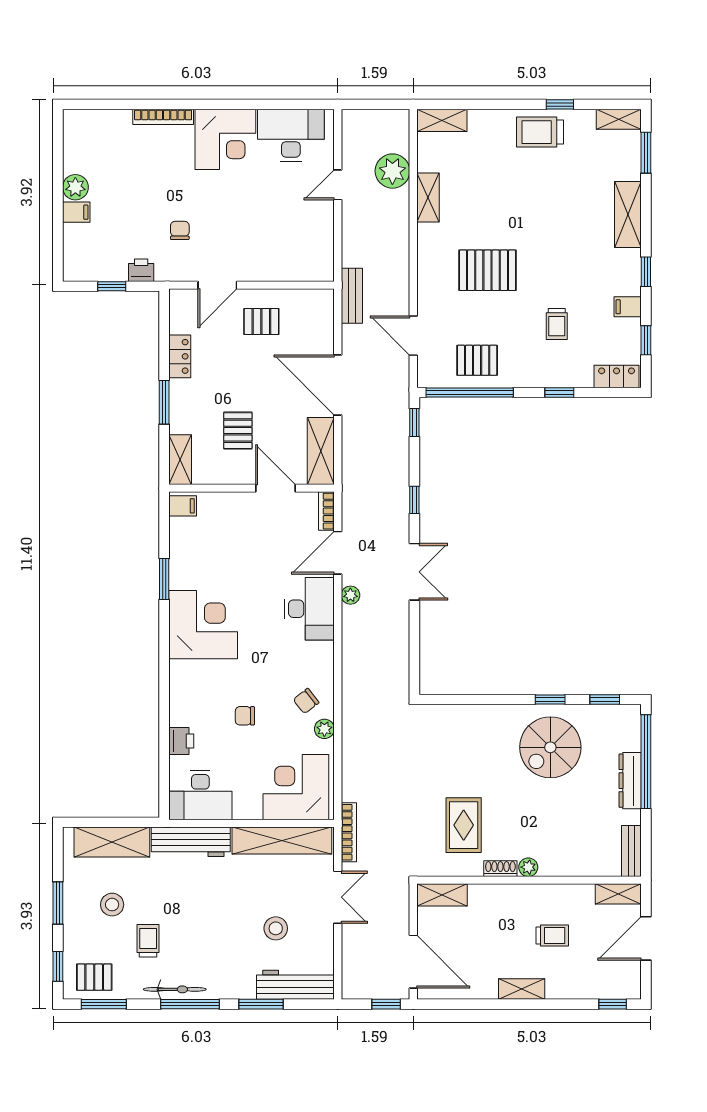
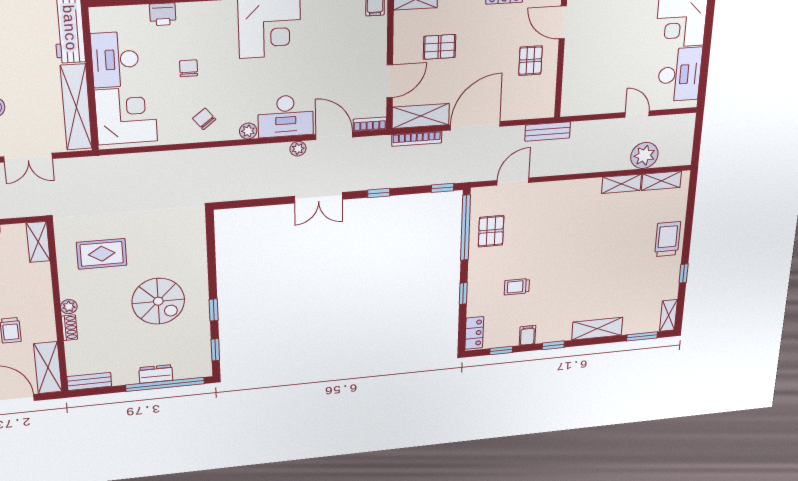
shelving: (442, 120) -> (661, 181), moved, turned 90
trolley: (540, 132) -> (668, 239), moved
pallet: (487, 270) -> (562, 233), removed
plant: (324, 729) -> (248, 131), moved
spiral stairs: (550, 747) -> (158, 301), moved, turned 180
dresser: (630, 781) -> (156, 374), width x0.70
desk: (200, 795) -> (115, 60), moved
bookcase: (349, 832) -> (417, 139), moved
shoe rack: (500, 869) -> (69, 328), moved
shelving: (618, 894) -> (48, 368), width x1.50, depth x1.33

